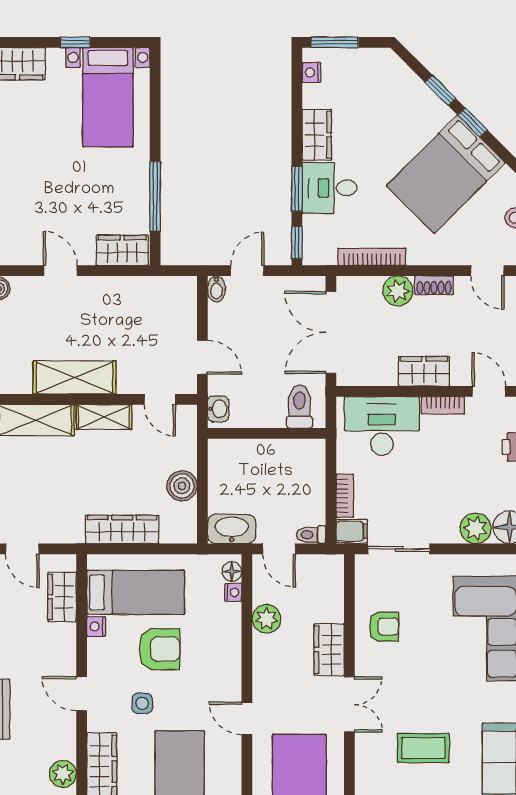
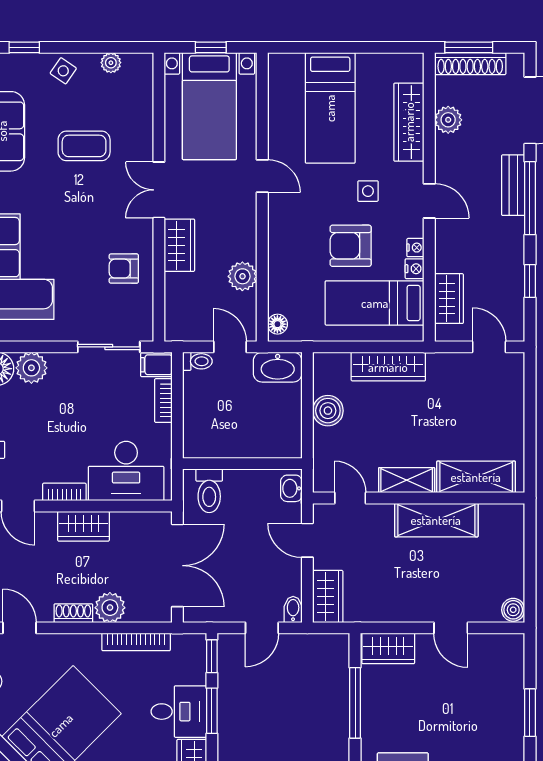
wardrobe: (182, 302) -> (328, 597), added
nightstand: (233, 592) -> (415, 248), moved, turned 180

